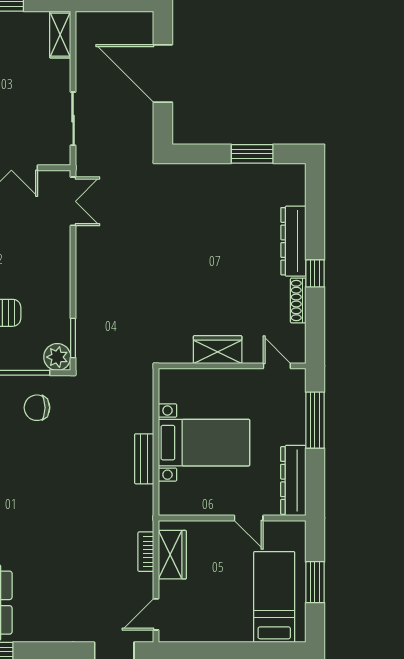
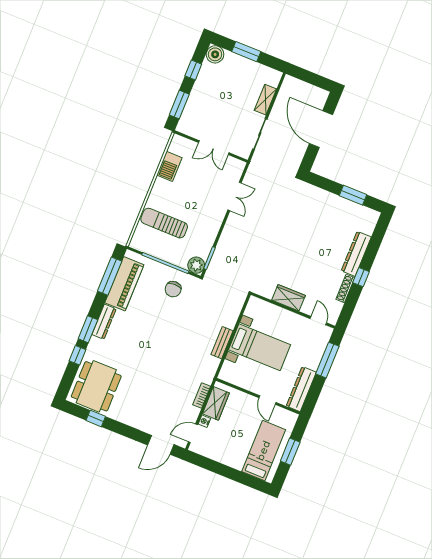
shelving: (60, 35) -> (265, 100), moved
double door: (73, 201) -> (234, 196), moved
chair: (37, 408) -> (173, 289), turned -90
nightstand: (166, 589) -> (204, 421), added

